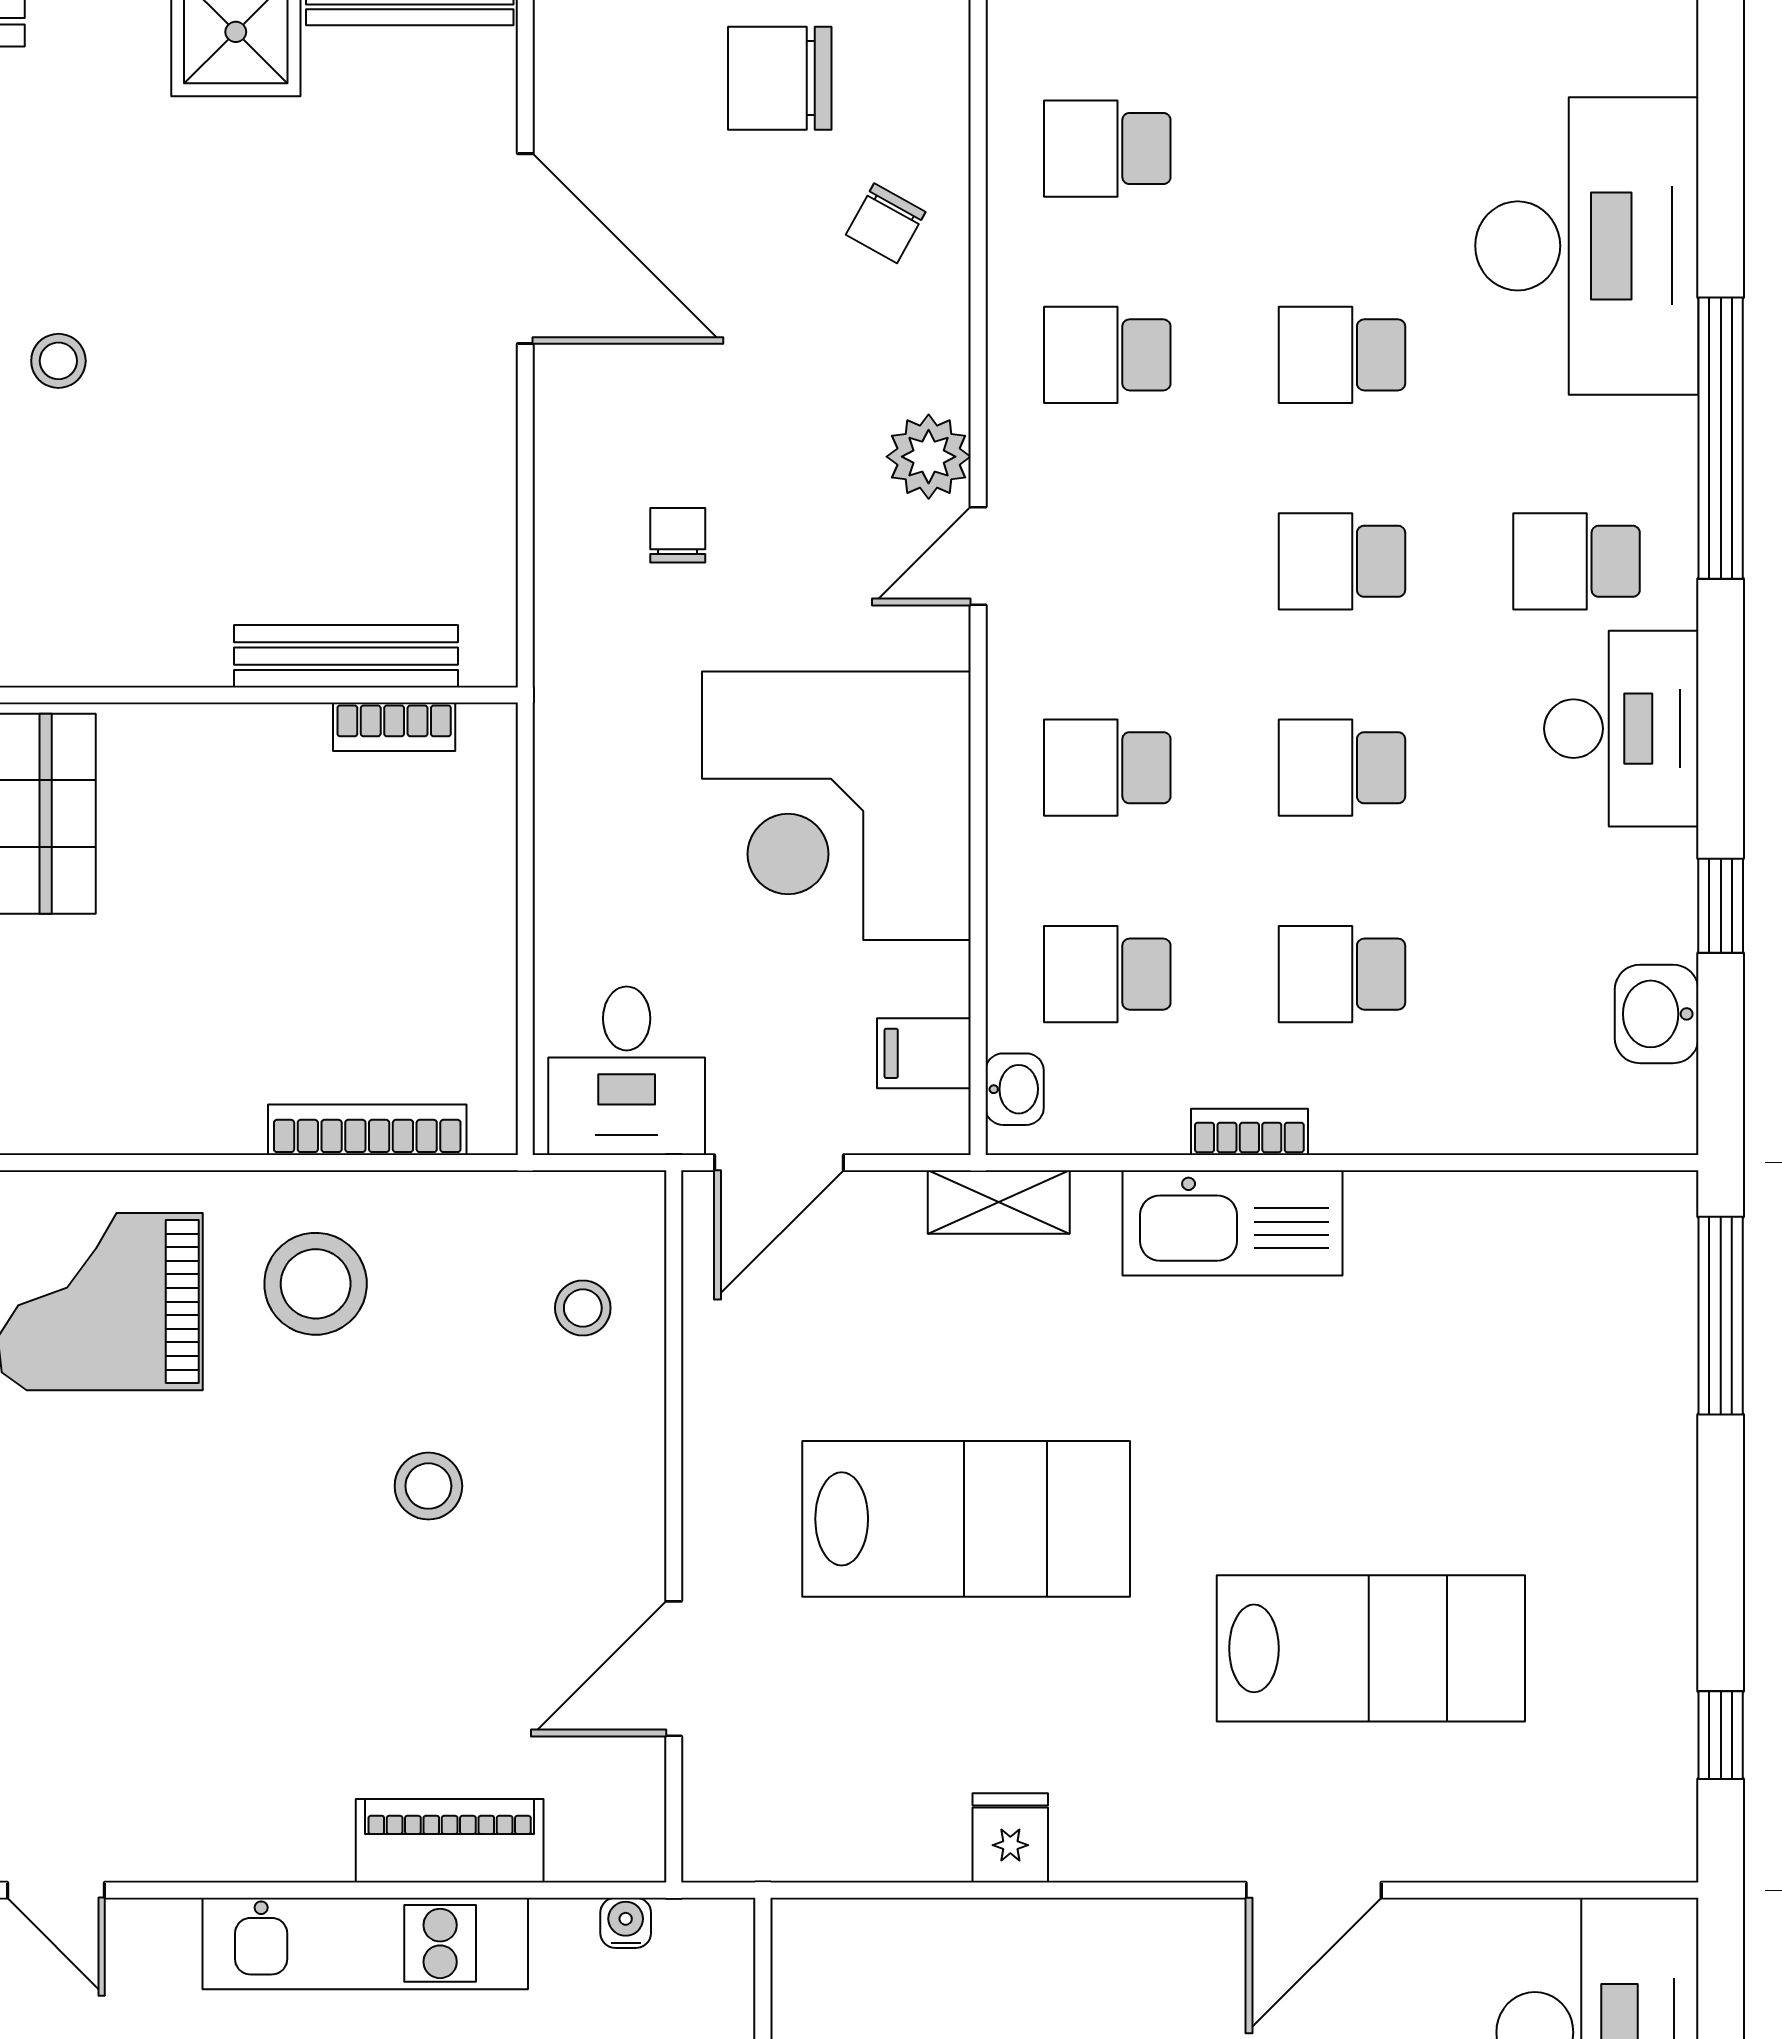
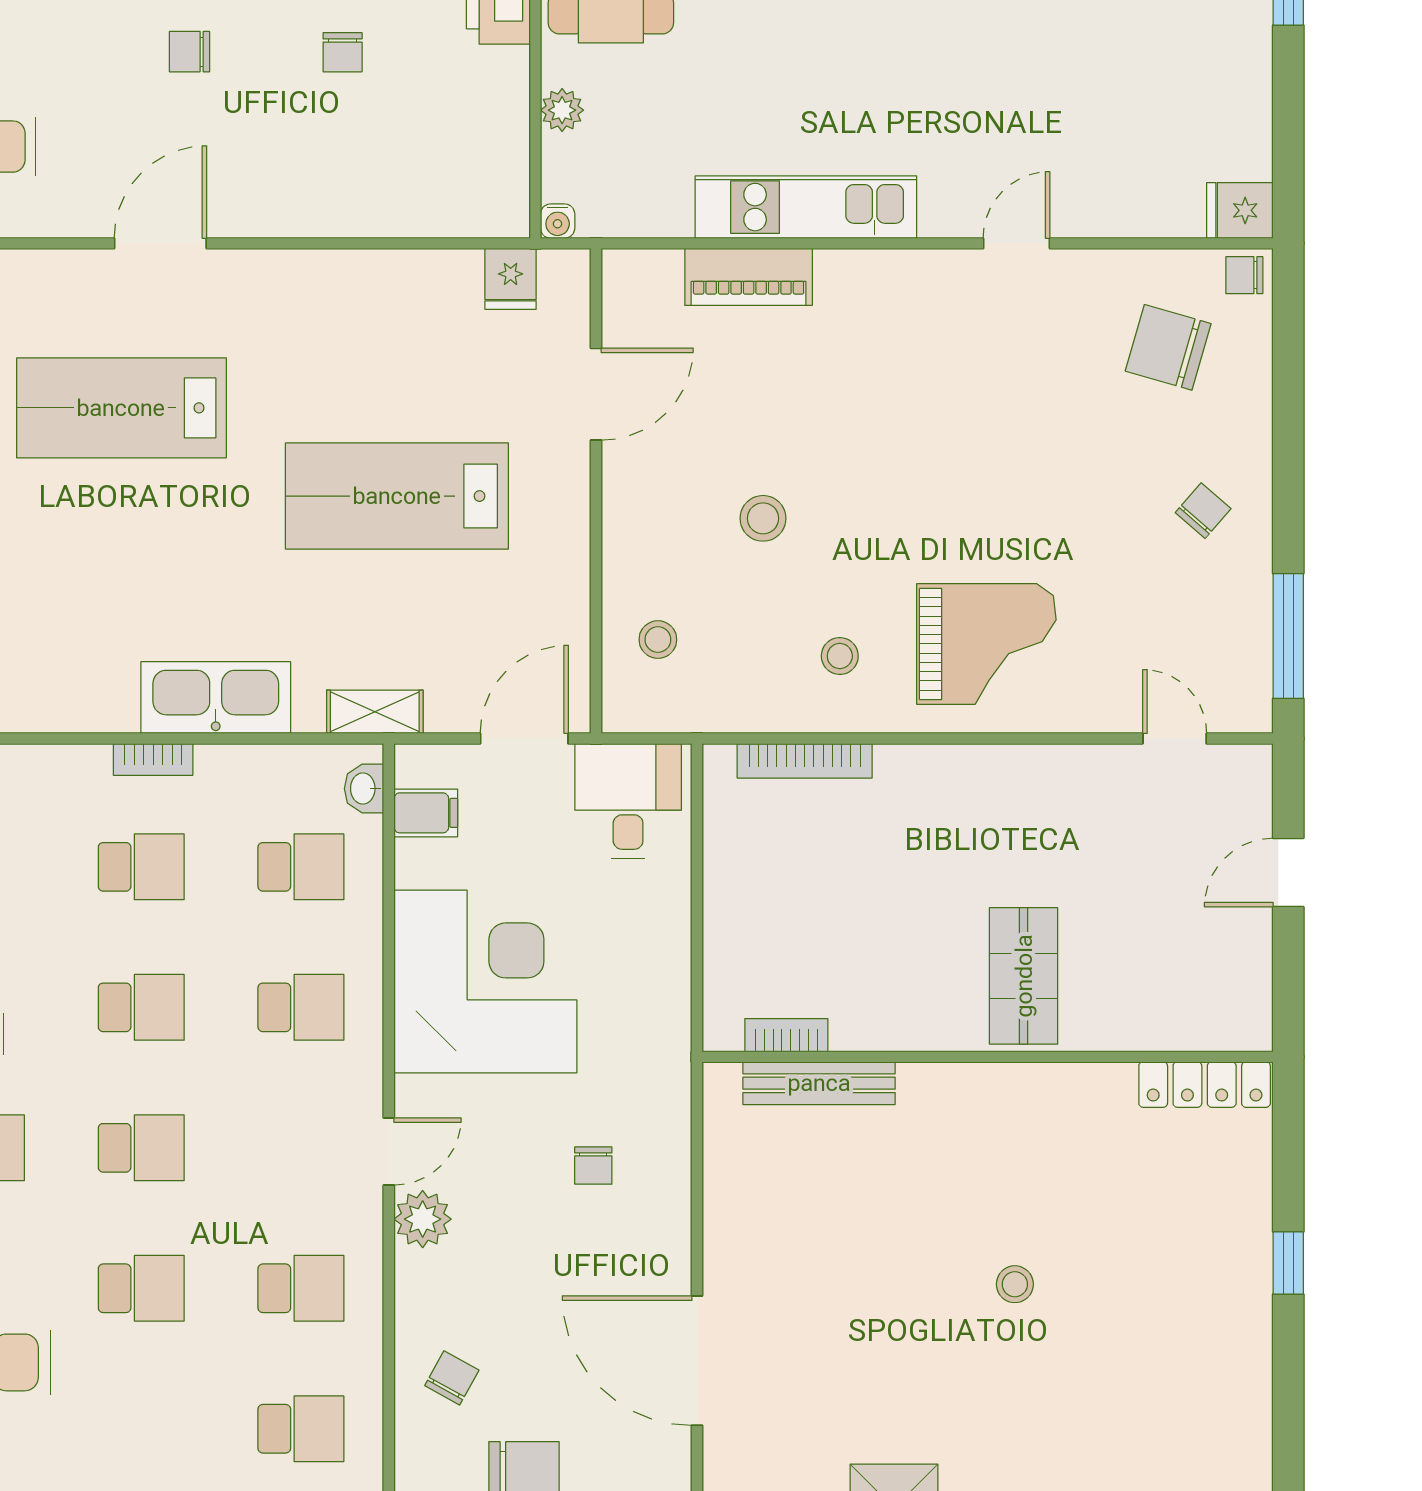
bookcase: (1249, 1132) -> (153, 759), moved
stool: (316, 1284) -> (840, 656), width x0.53, depth x0.53
fridge: (1010, 1838) -> (511, 279), moved
door: (56, 1890) -> (1016, 243), hinge flipped
water cooler: (626, 1923) -> (558, 221), moved

